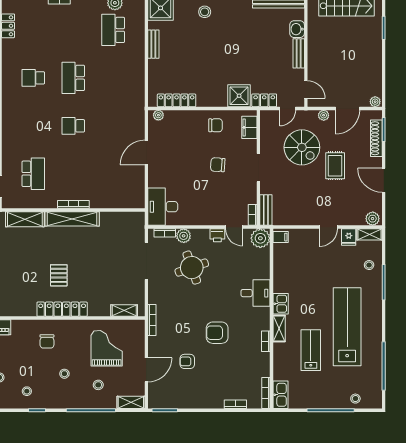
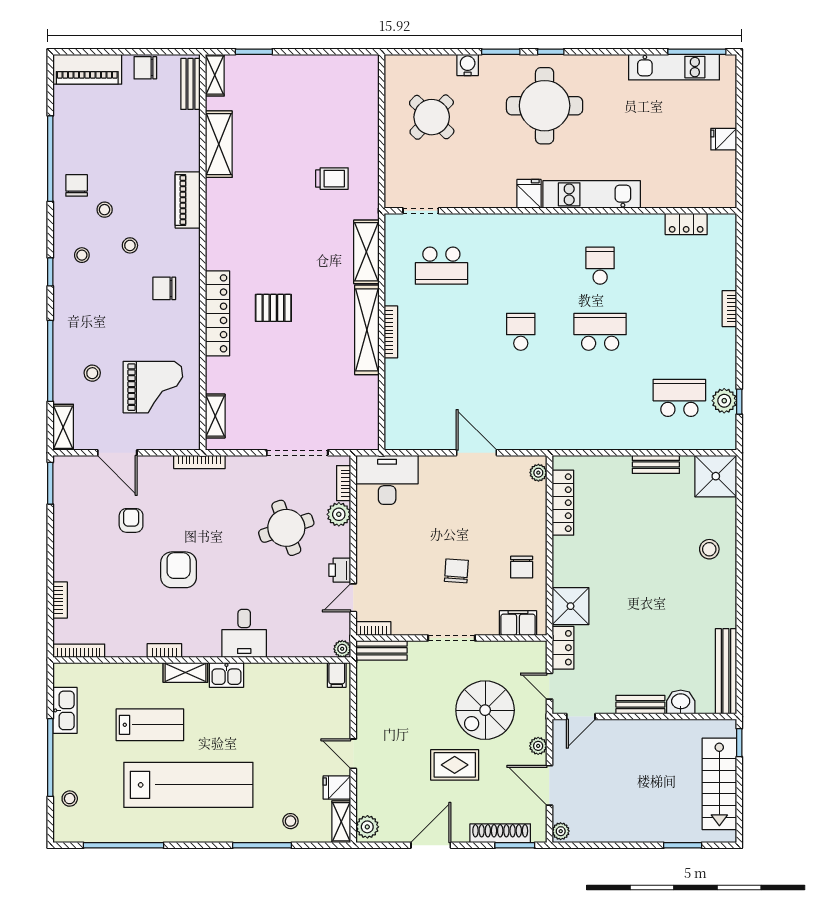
plant: (260, 238) -> (342, 649), width x0.53, depth x0.53
stool: (64, 374) -> (130, 245), moved
kitchen sink: (280, 395) -> (65, 710), moved, turned -90

